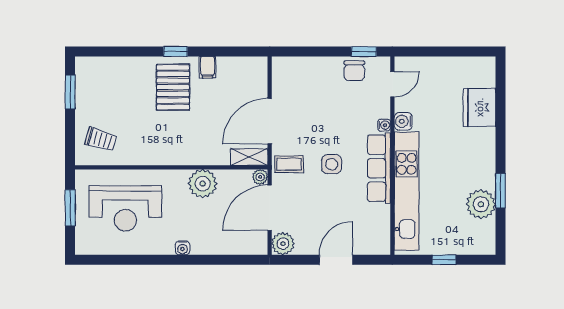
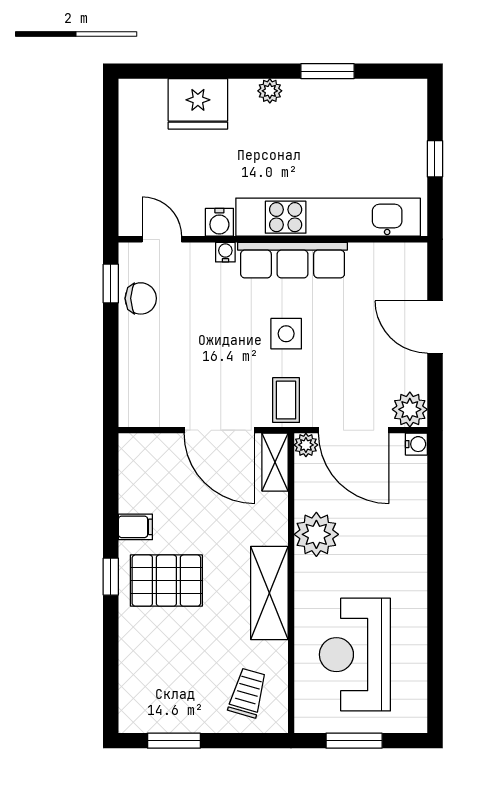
shelving: (165, 153) -> (269, 593), added
plant: (481, 204) -> (270, 91), moved, width x0.53, depth x0.53
reception desk: (125, 208) -> (355, 655), turned 180
water cooler: (183, 248) -> (416, 444), moved

